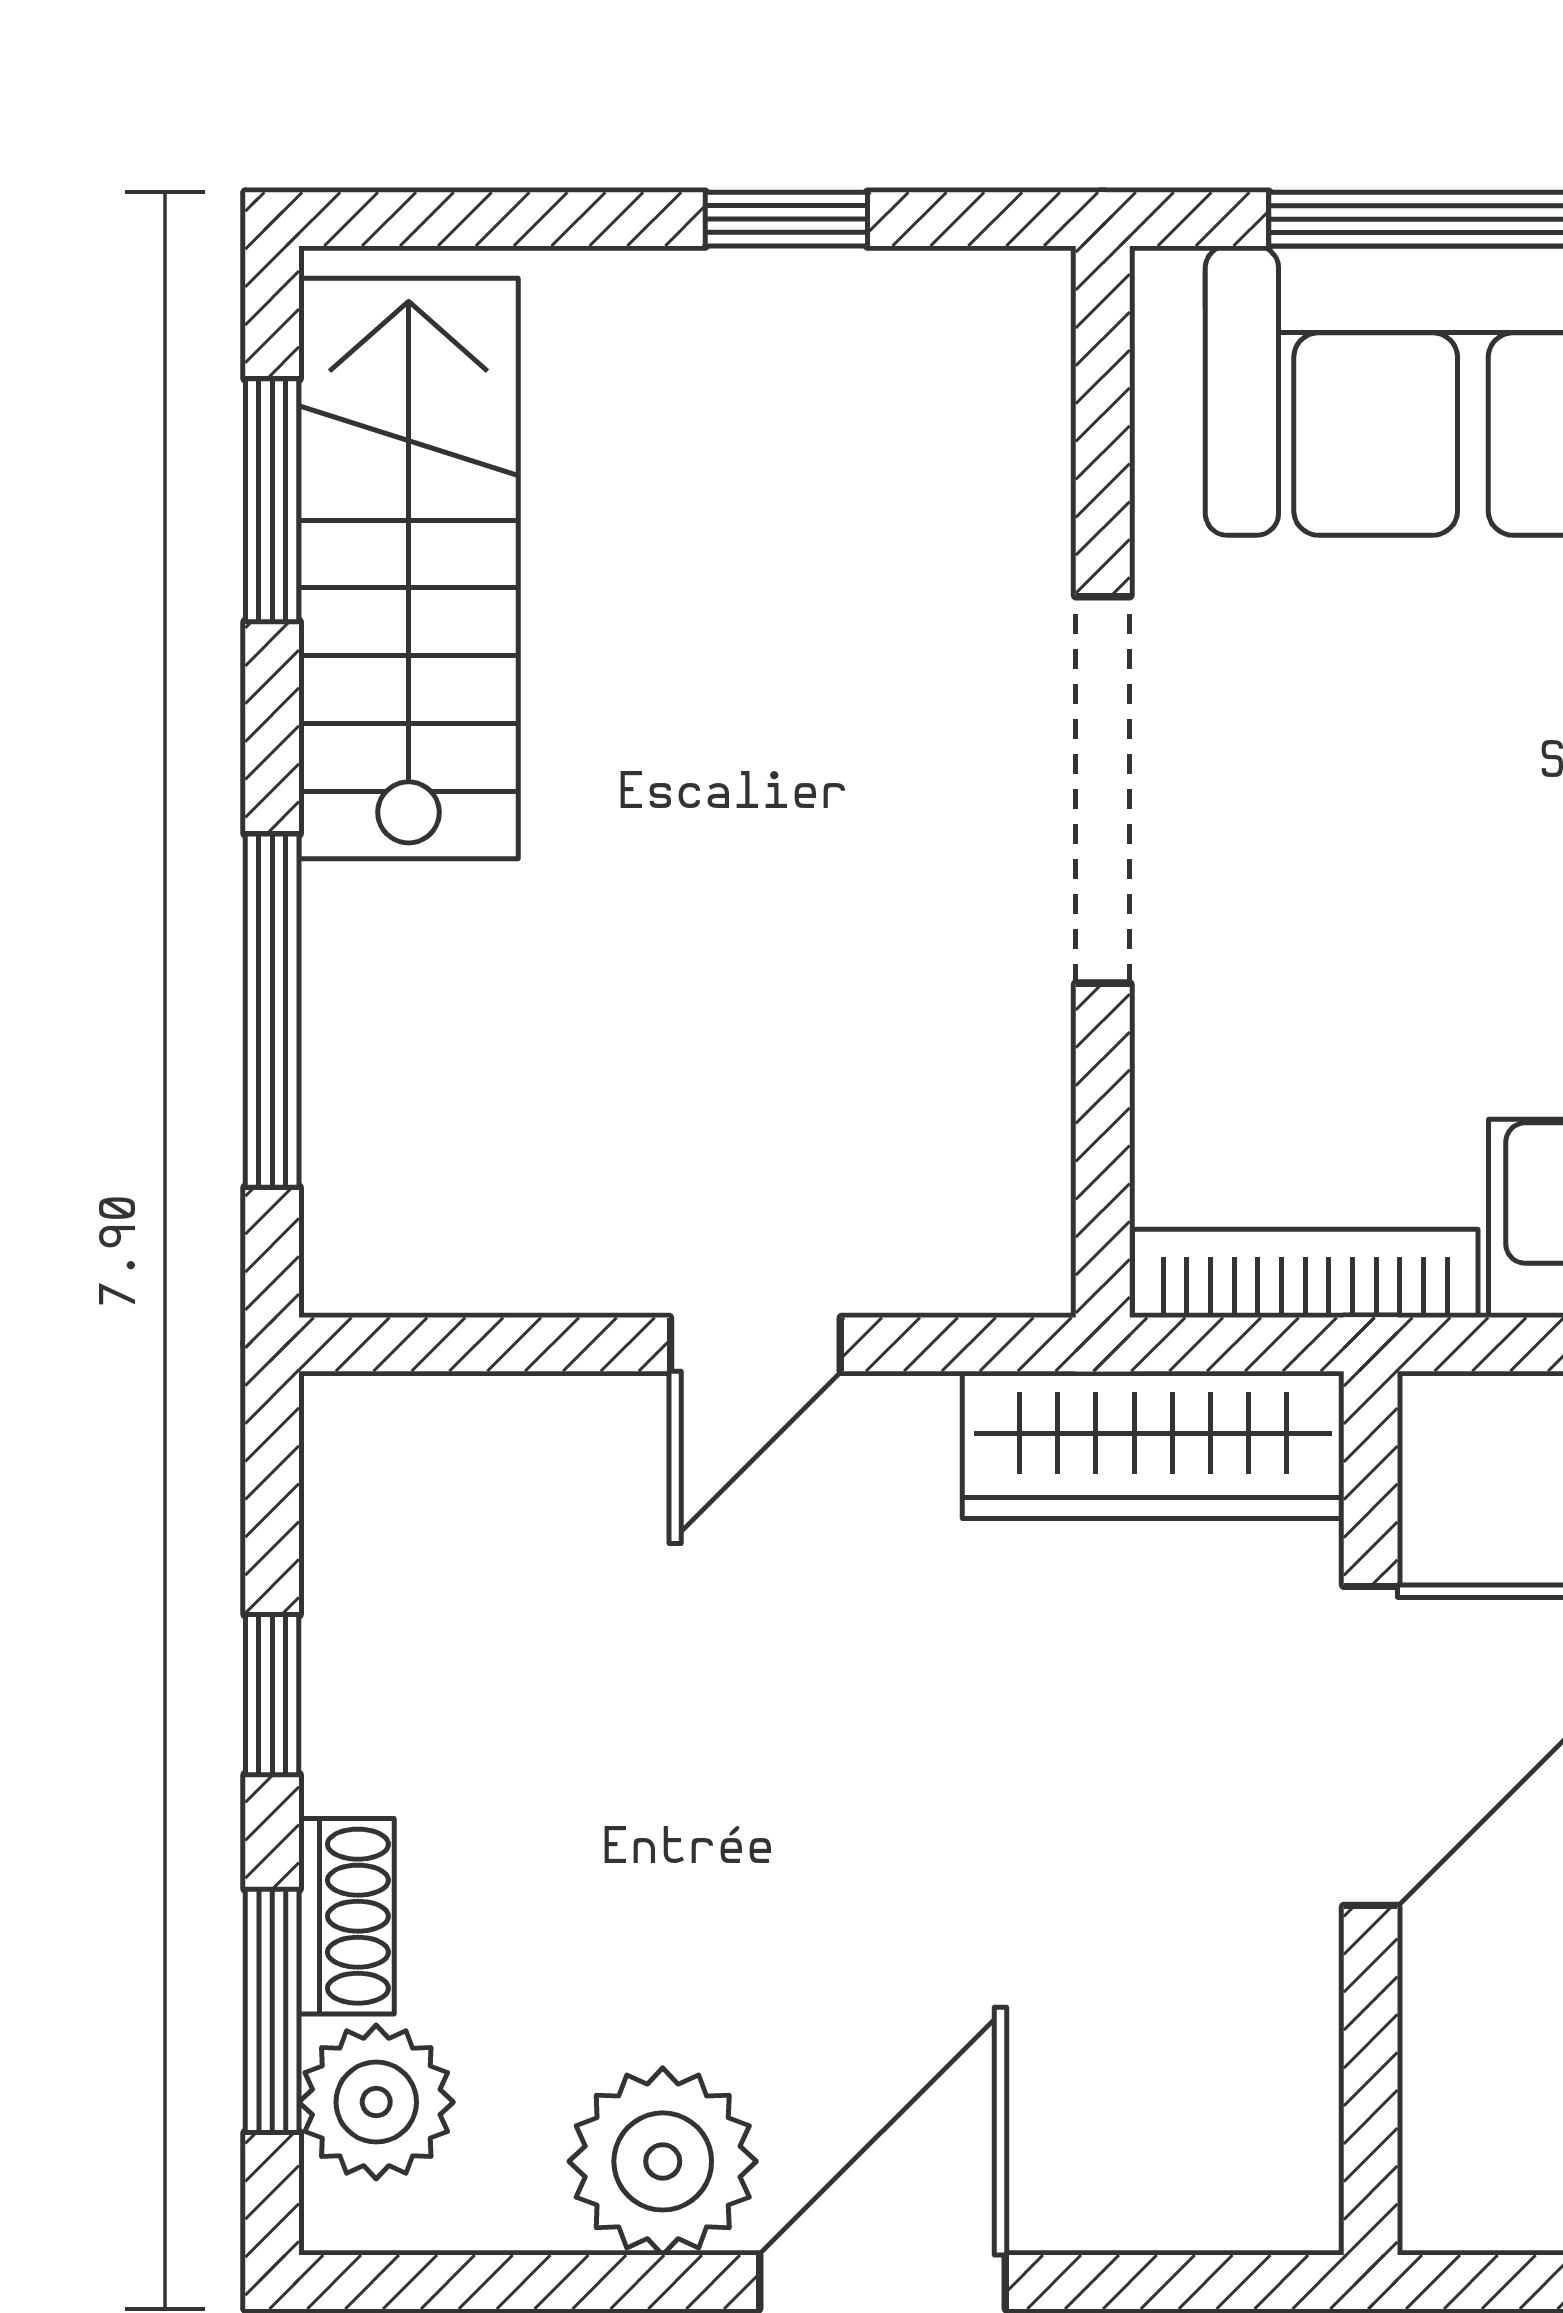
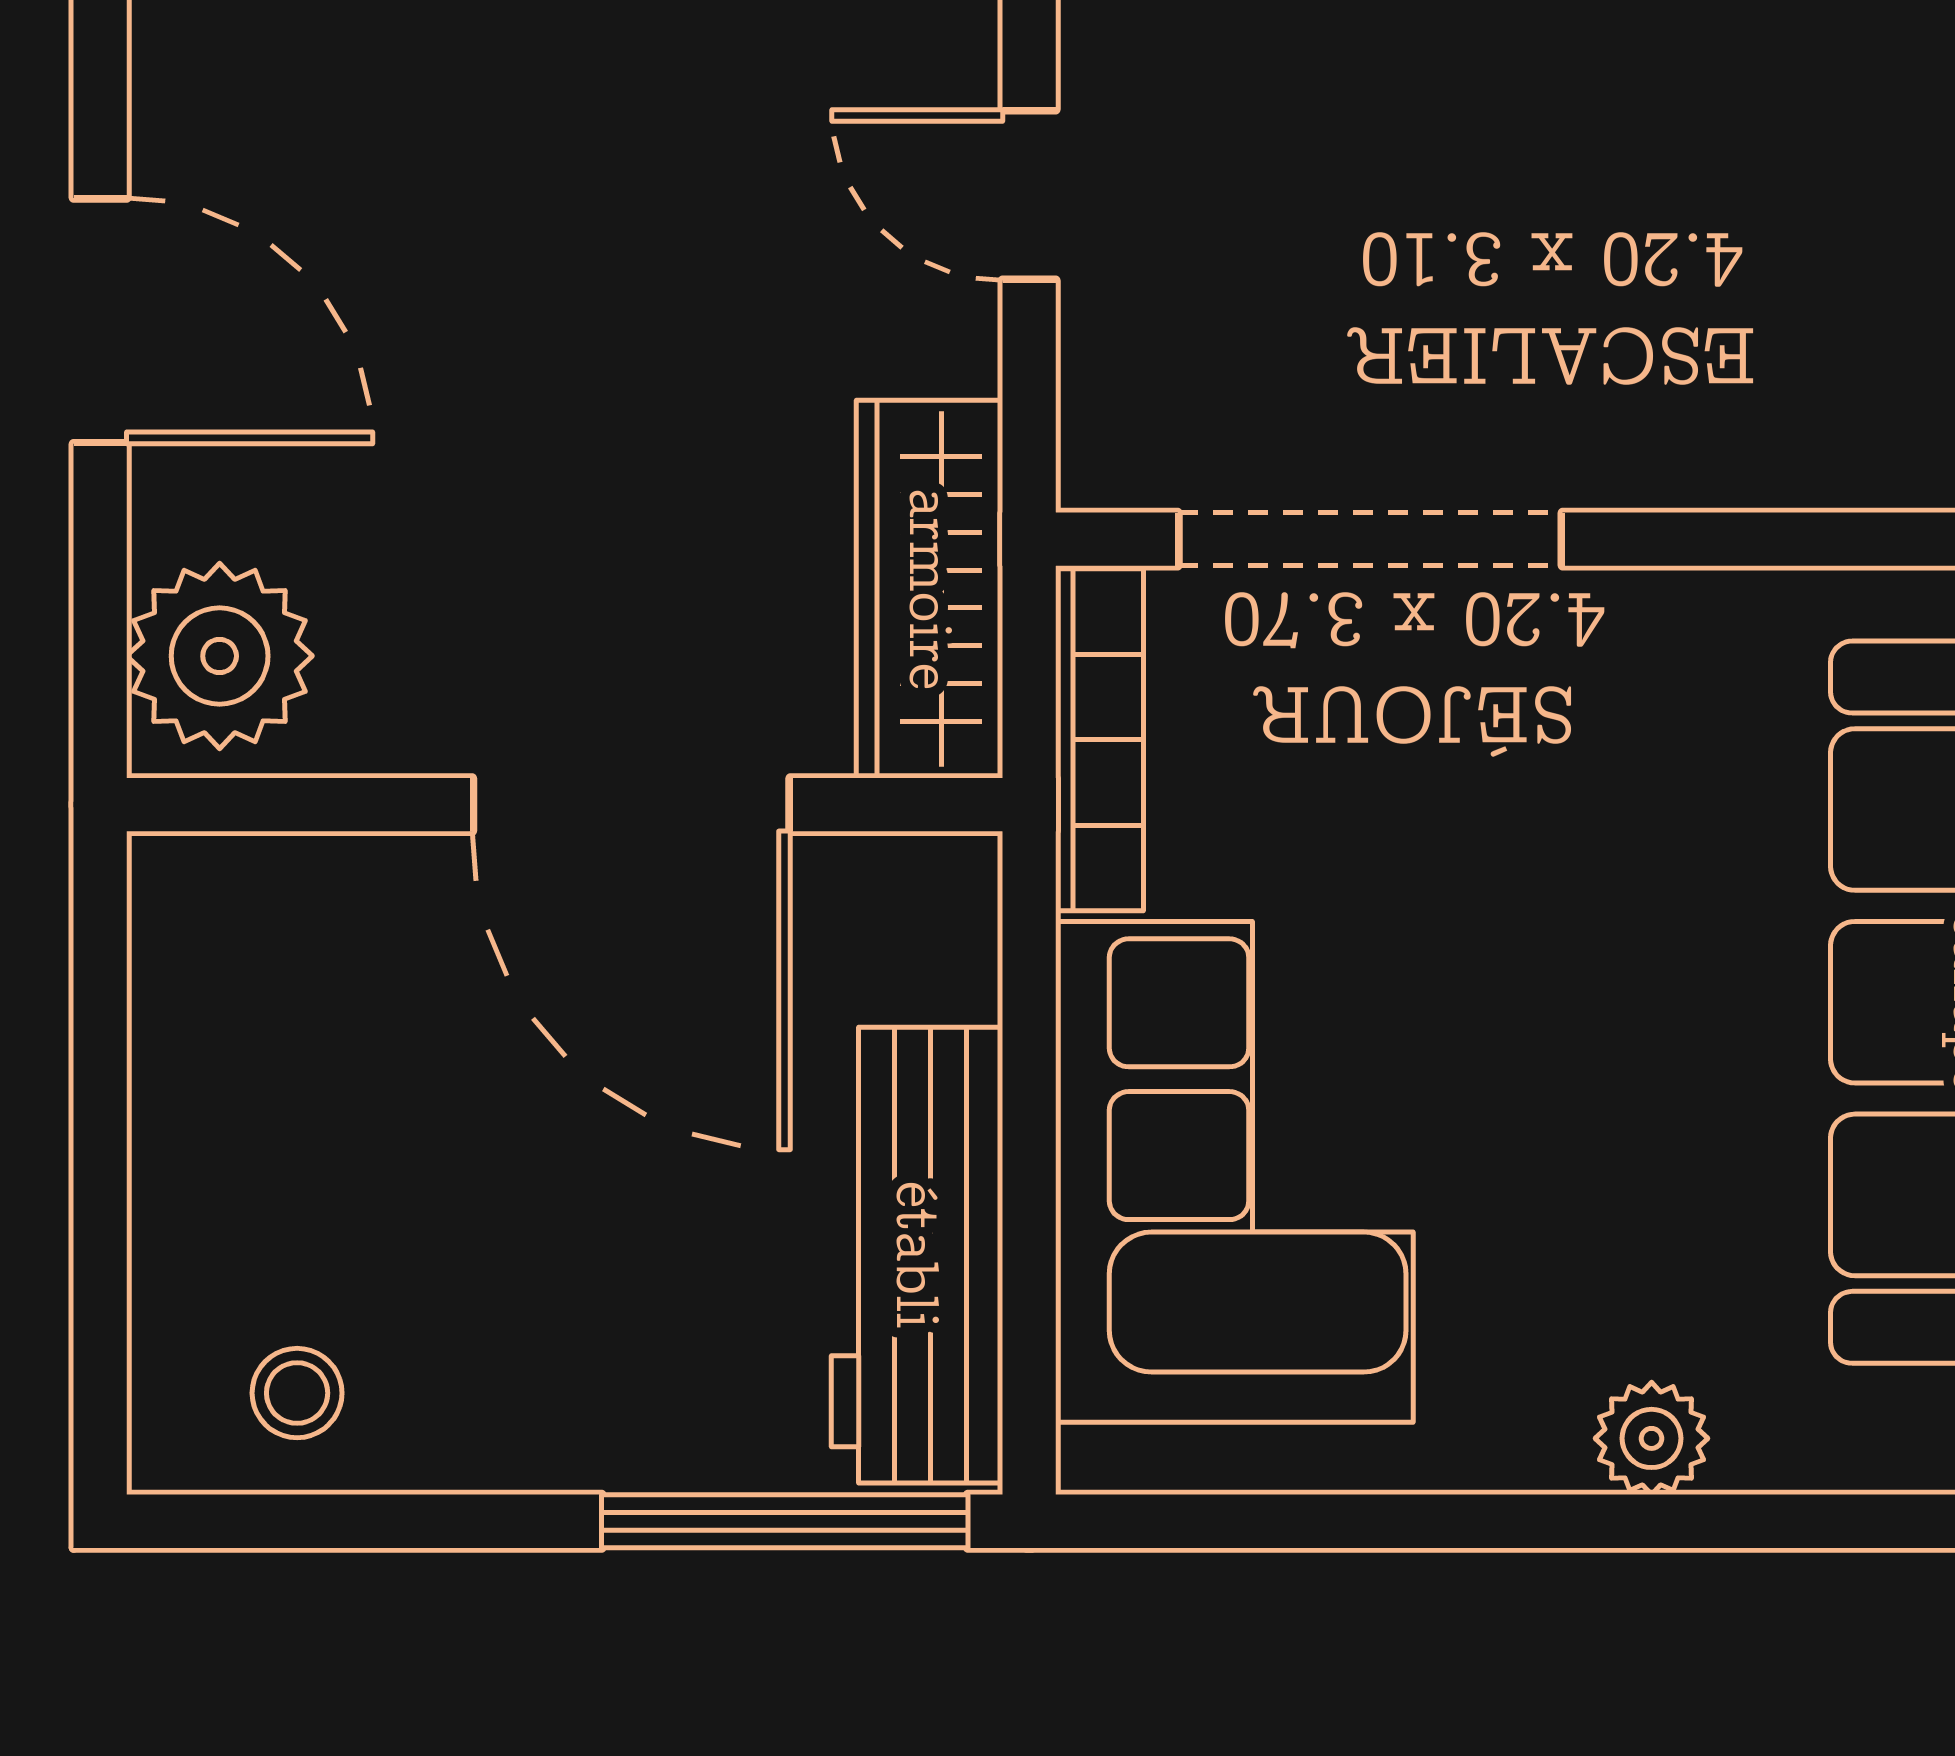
doorway: (1103, 790) -> (1370, 539), moved
plant: (663, 2161) -> (220, 656), moved

